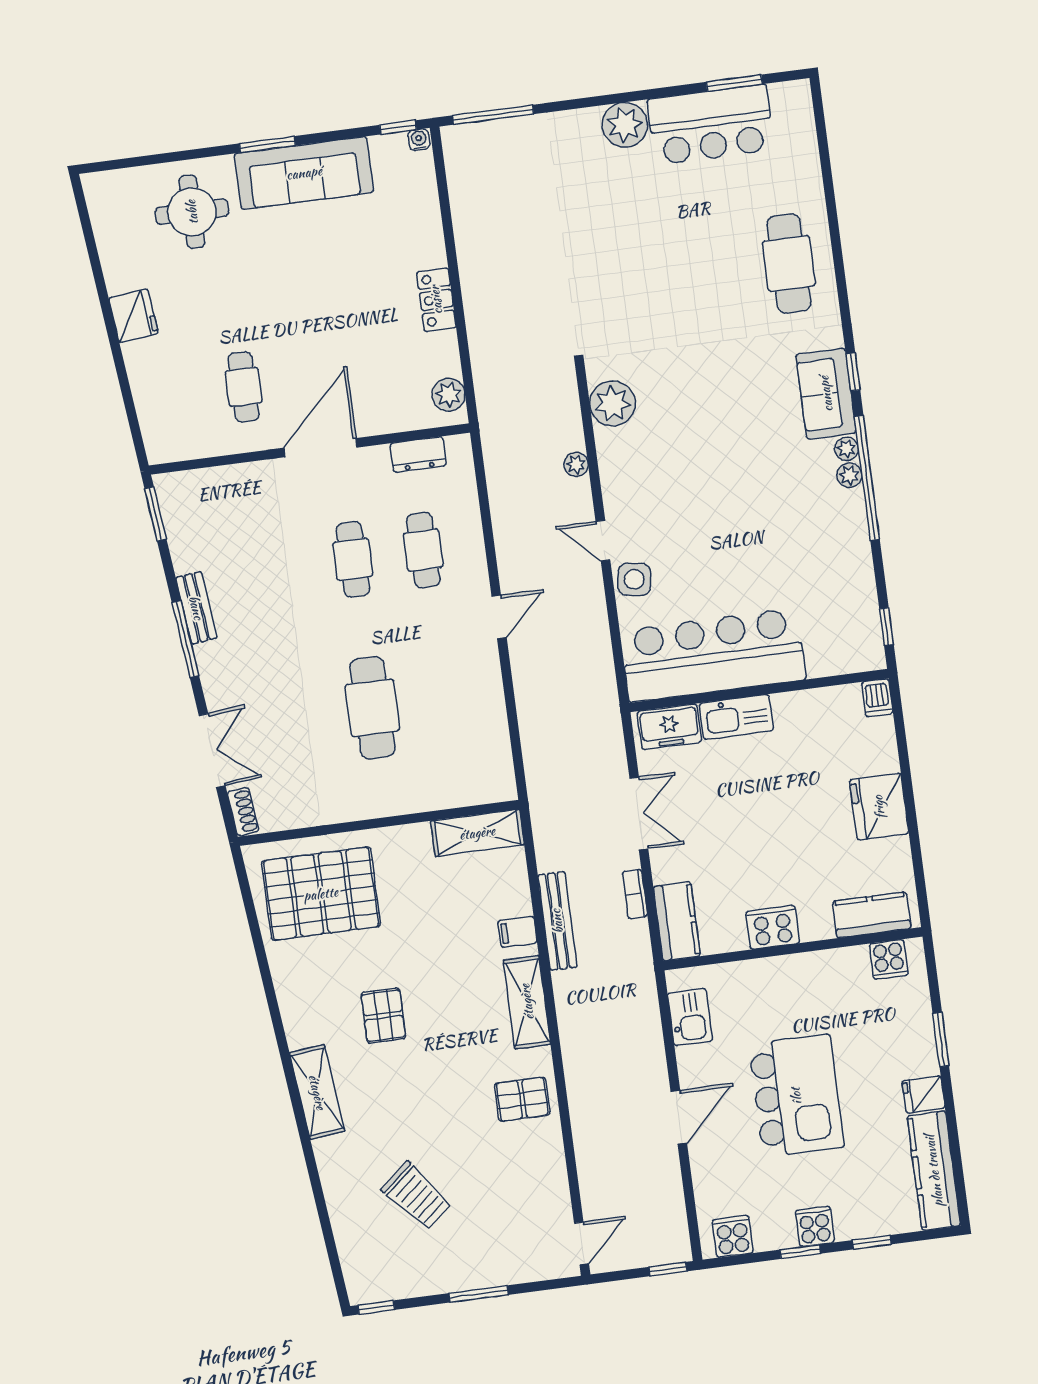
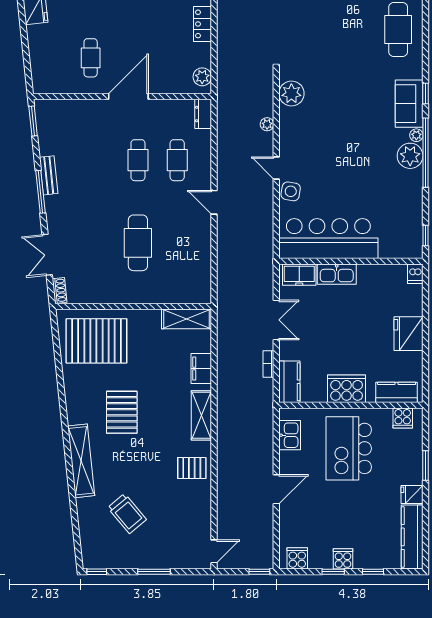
dresser: (418, 455) -> (203, 114), moved, turned 90
plant: (849, 475) -> (410, 156), width x1.88, depth x1.88
door: (499, 617) -> (214, 202), swing flipped
double door: (212, 751) -> (47, 255), swing flipped
bench: (557, 921) -> (224, 373), removed
cooker: (773, 927) -> (347, 389), width x1.37, depth x1.31
filing cabinet: (517, 932) -> (201, 369), width x2.00
pallet: (383, 1016) -> (122, 412), width x1.50, depth x1.42
shelving: (317, 1092) -> (81, 461), width x1.47
kitchen island: (796, 1096) -> (349, 448), moved, turned 180

